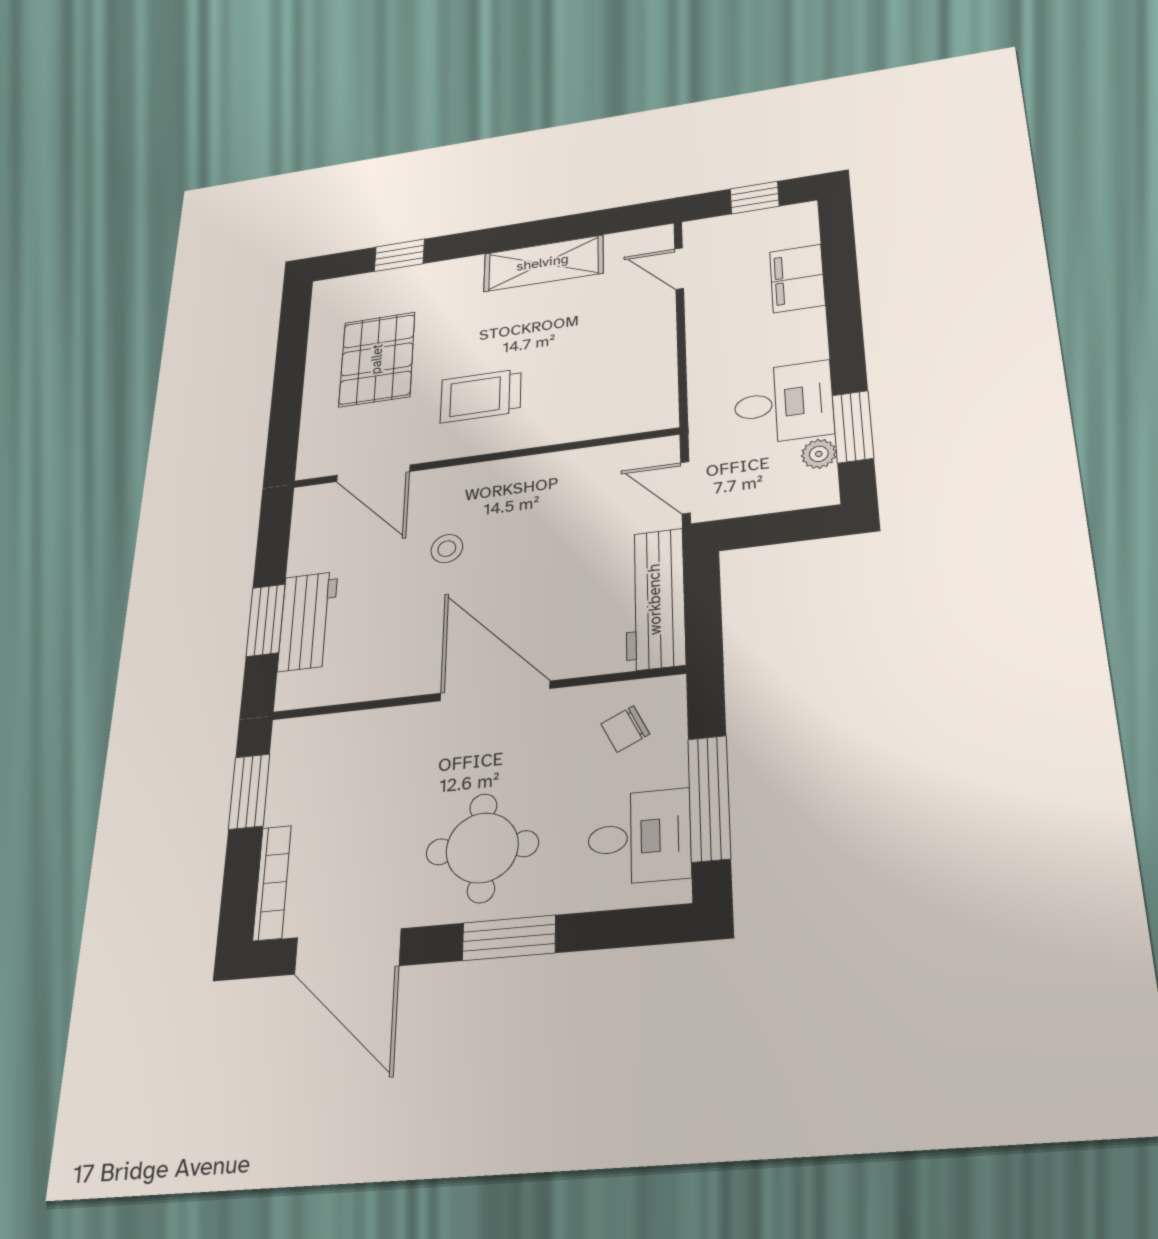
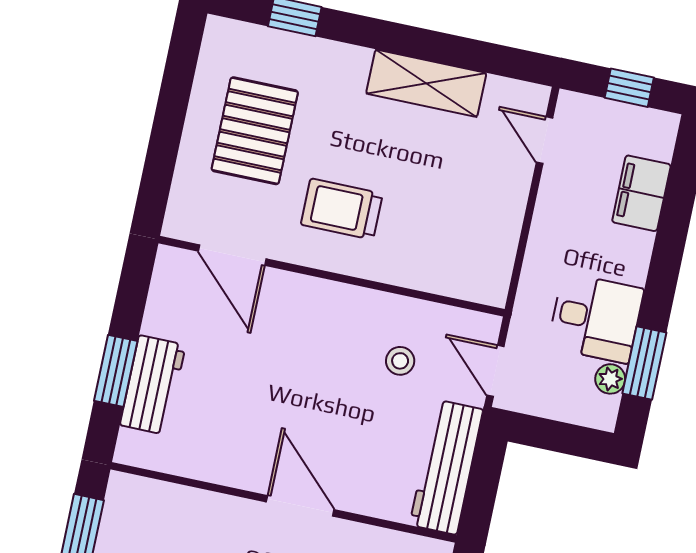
stool: (447, 549) -> (400, 361), moved
door: (495, 691) -> (300, 506), width x0.73

